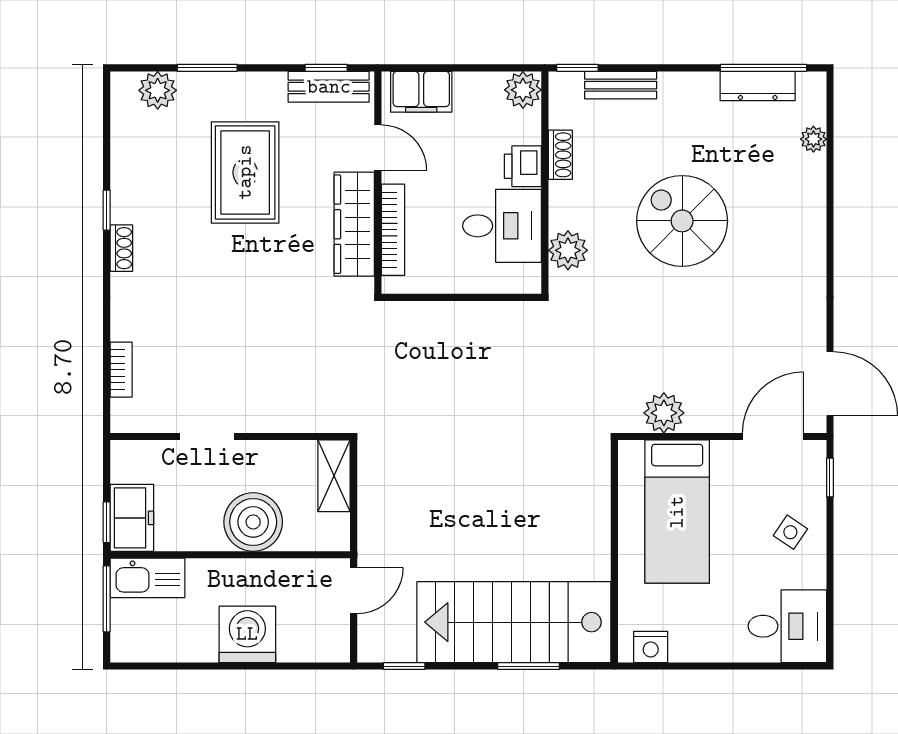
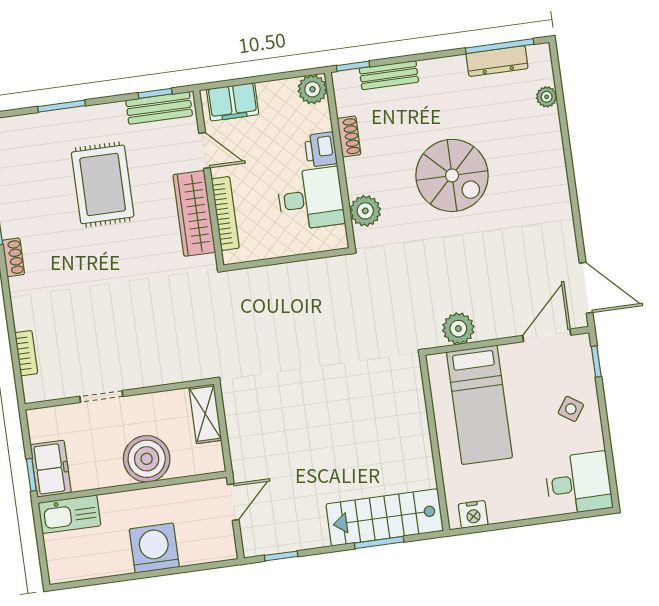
plant: (158, 90) -> (25, 129), removed
spiral stairs: (682, 221) -> (452, 175), turned 180
window: (107, 599) -> (40, 535), removed
stairs: (514, 622) -> (385, 517), width x0.73, depth x0.66

